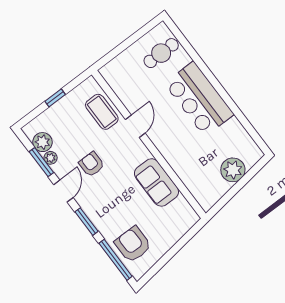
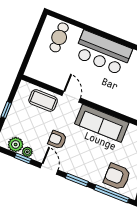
window: (41, 162) -> (23, 158), width x0.67
sofa: (156, 182) -> (102, 123), width x1.36

